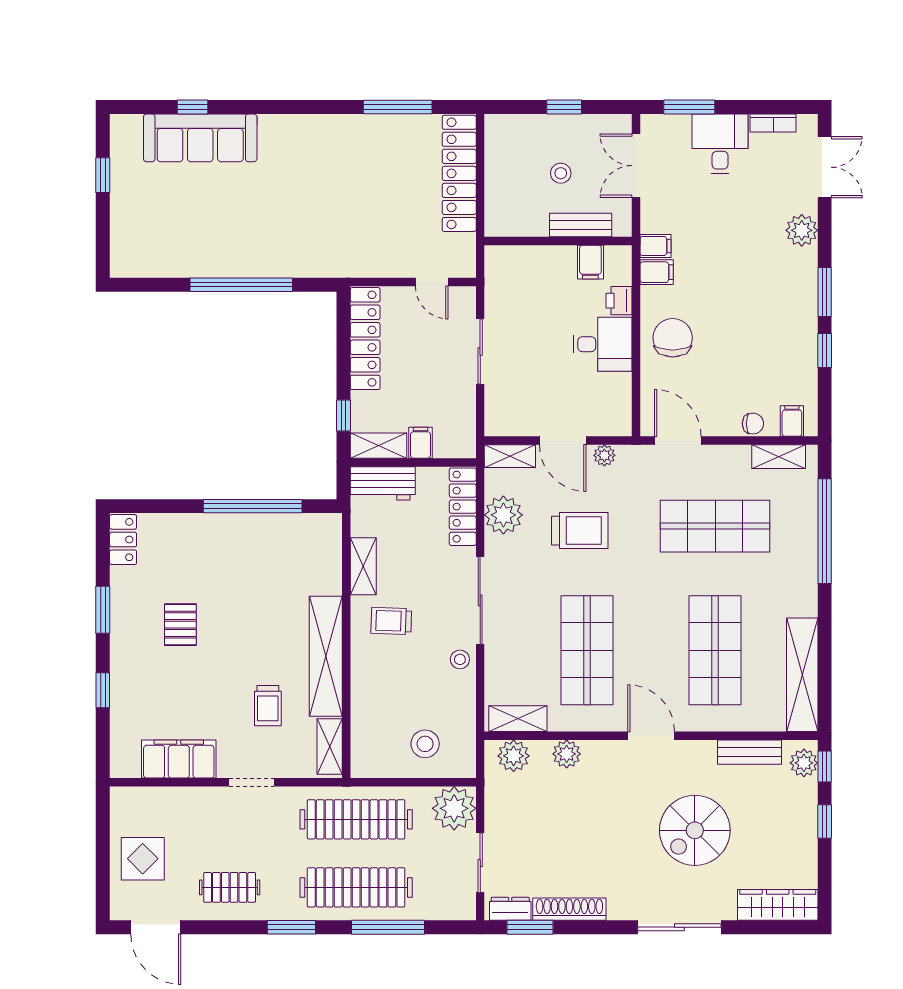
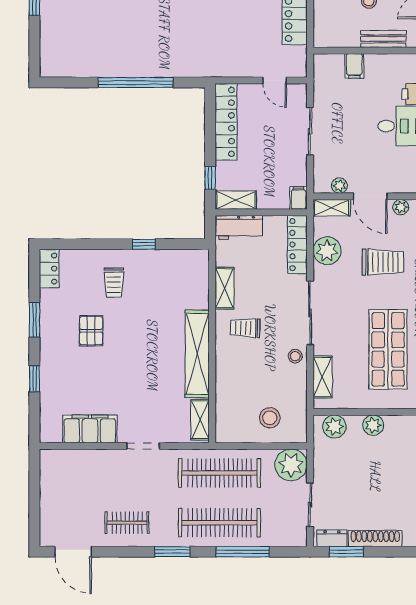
filing cabinet: (590, 262) -> (354, 66), moved
plant: (521, 426) -> (339, 186), added
filing cabinet: (420, 443) -> (298, 198), moved
window: (253, 506) -> (144, 244), width x0.32
trolley: (268, 706) -> (114, 283), moved
shelving: (518, 719) -> (323, 377), moved, turned 90
display table: (143, 859) -> (64, 502), removed

